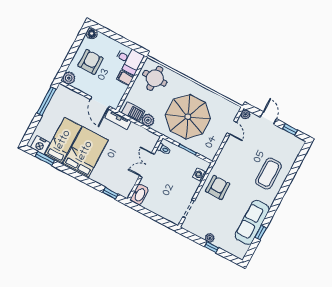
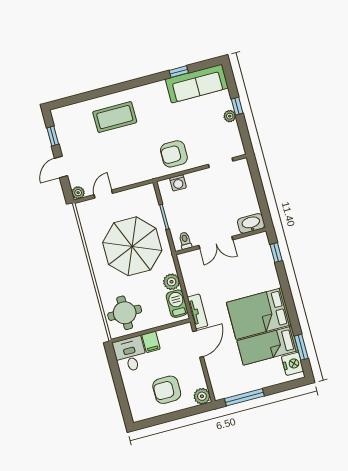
floor lamp: (92, 33) -> (138, 414), removed
sofa: (252, 222) -> (197, 84), moved

